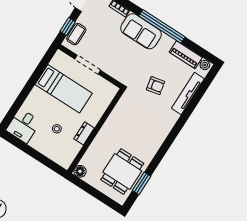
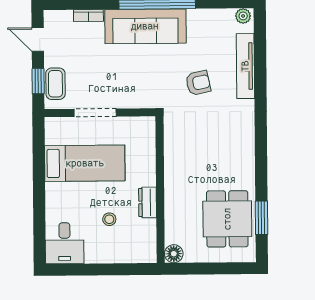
sofa: (141, 31) -> (145, 26), width x1.36
piano: (186, 55) -> (211, 19), removed

